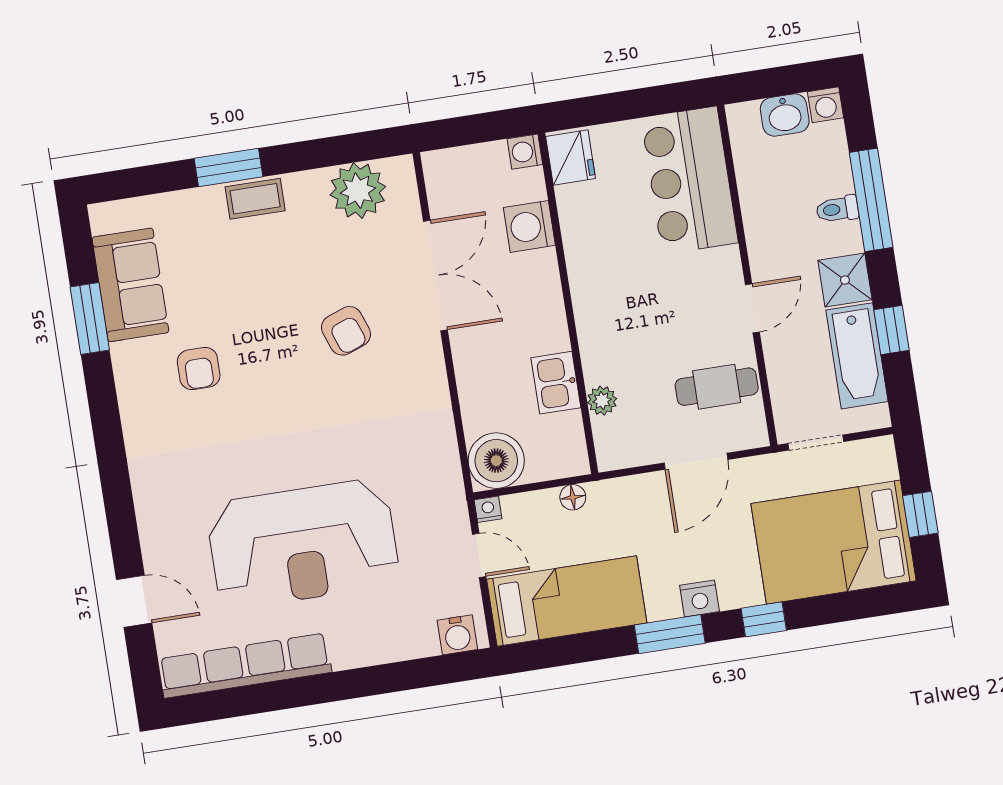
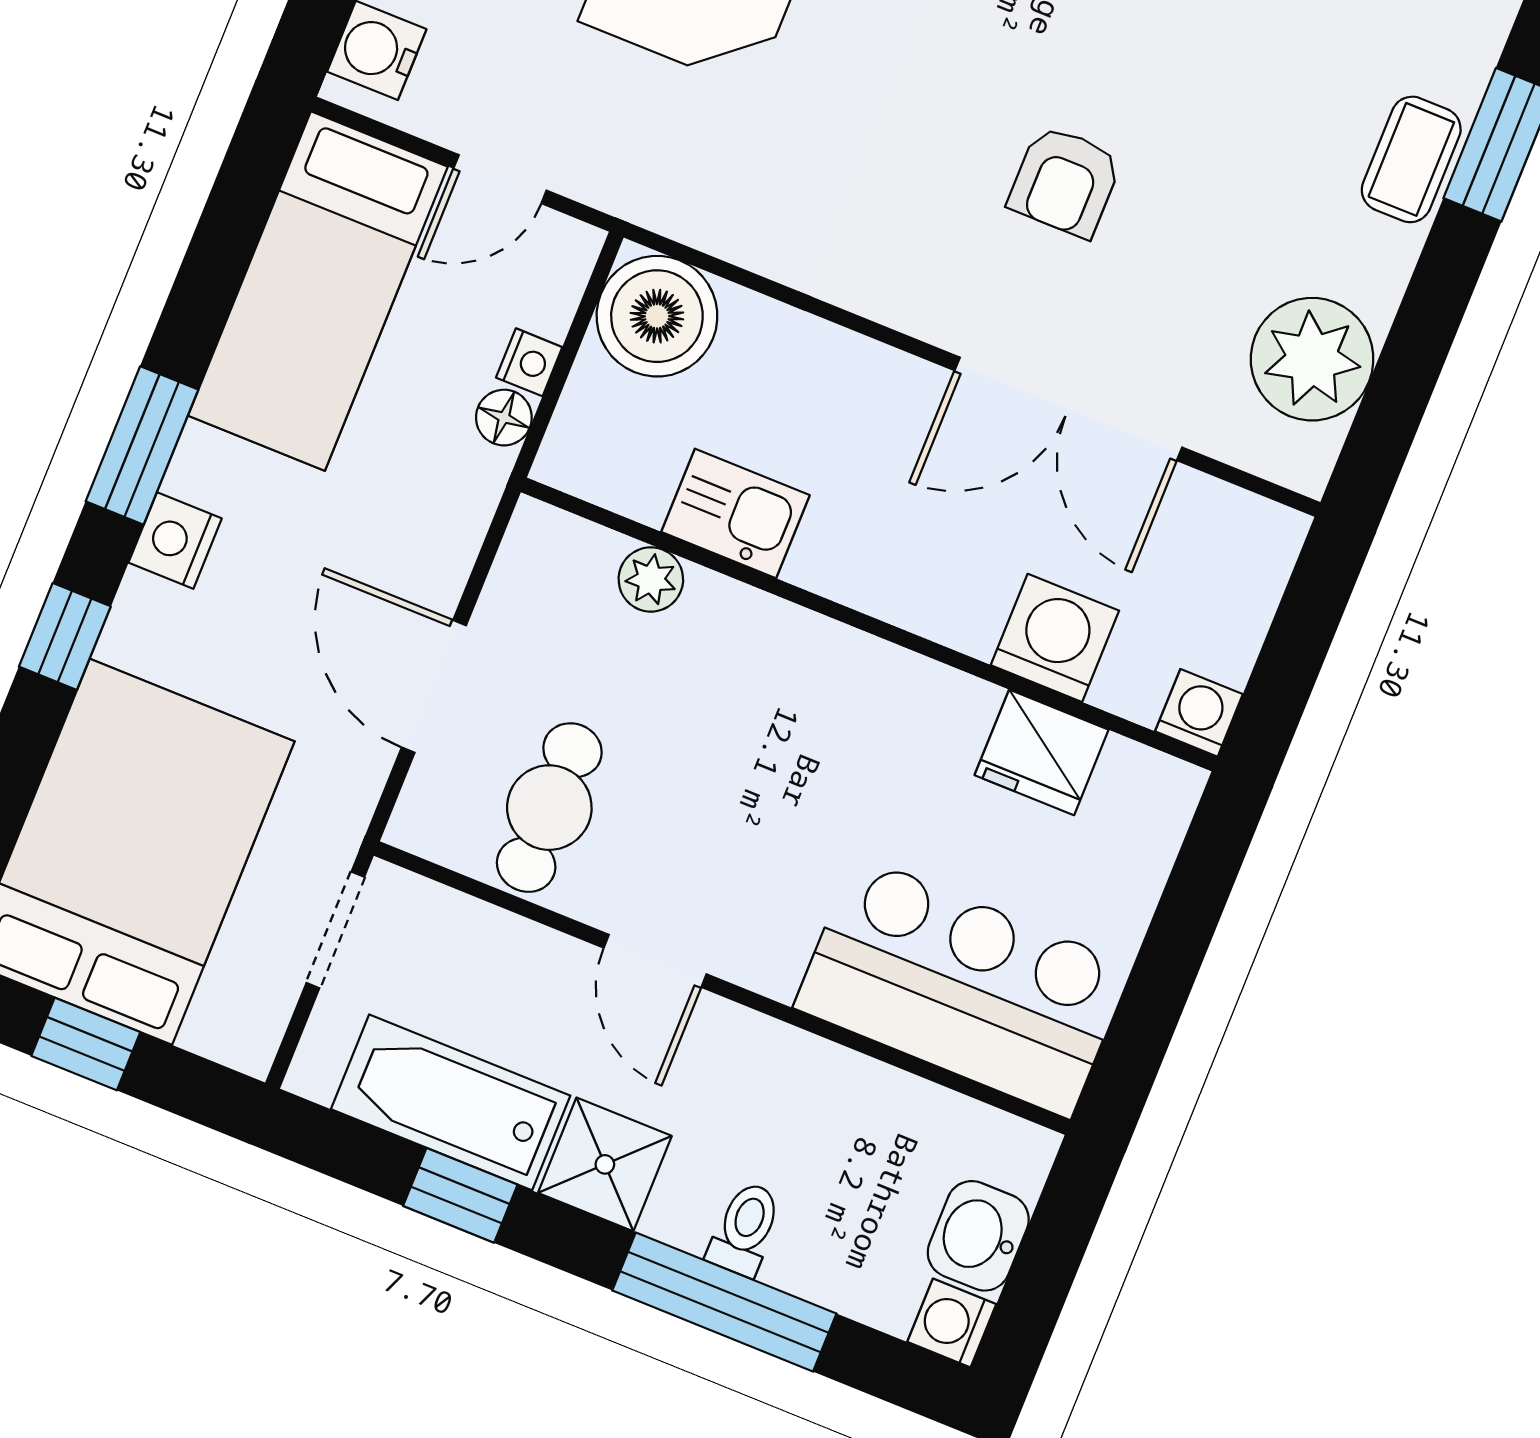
fridge: (571, 157) -> (1042, 752), moved
armchair: (346, 331) -> (1065, 181), turned -70
nightstand: (488, 509) -> (529, 362), moved

